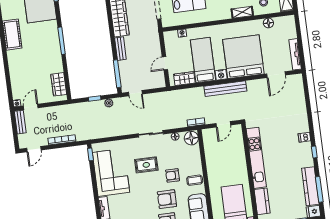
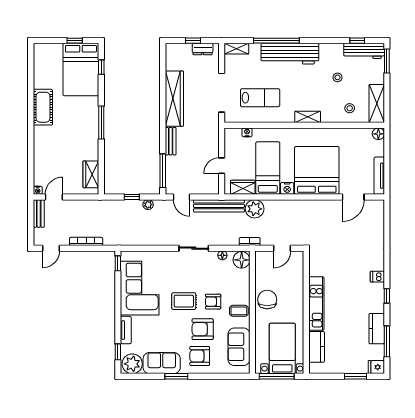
shelving: (242, 12) -> (308, 117), moved
floor lamp: (268, 23) -> (378, 134), moved
bench: (225, 89) -> (219, 206), moved
plant: (196, 95) -> (255, 209), added
kitchen unit: (256, 158) -> (316, 303), width x0.73
rug: (146, 165) -> (184, 301), moved
chair: (217, 168) -> (267, 300), added
kitchen counter: (310, 186) -> (377, 329), width x0.67

